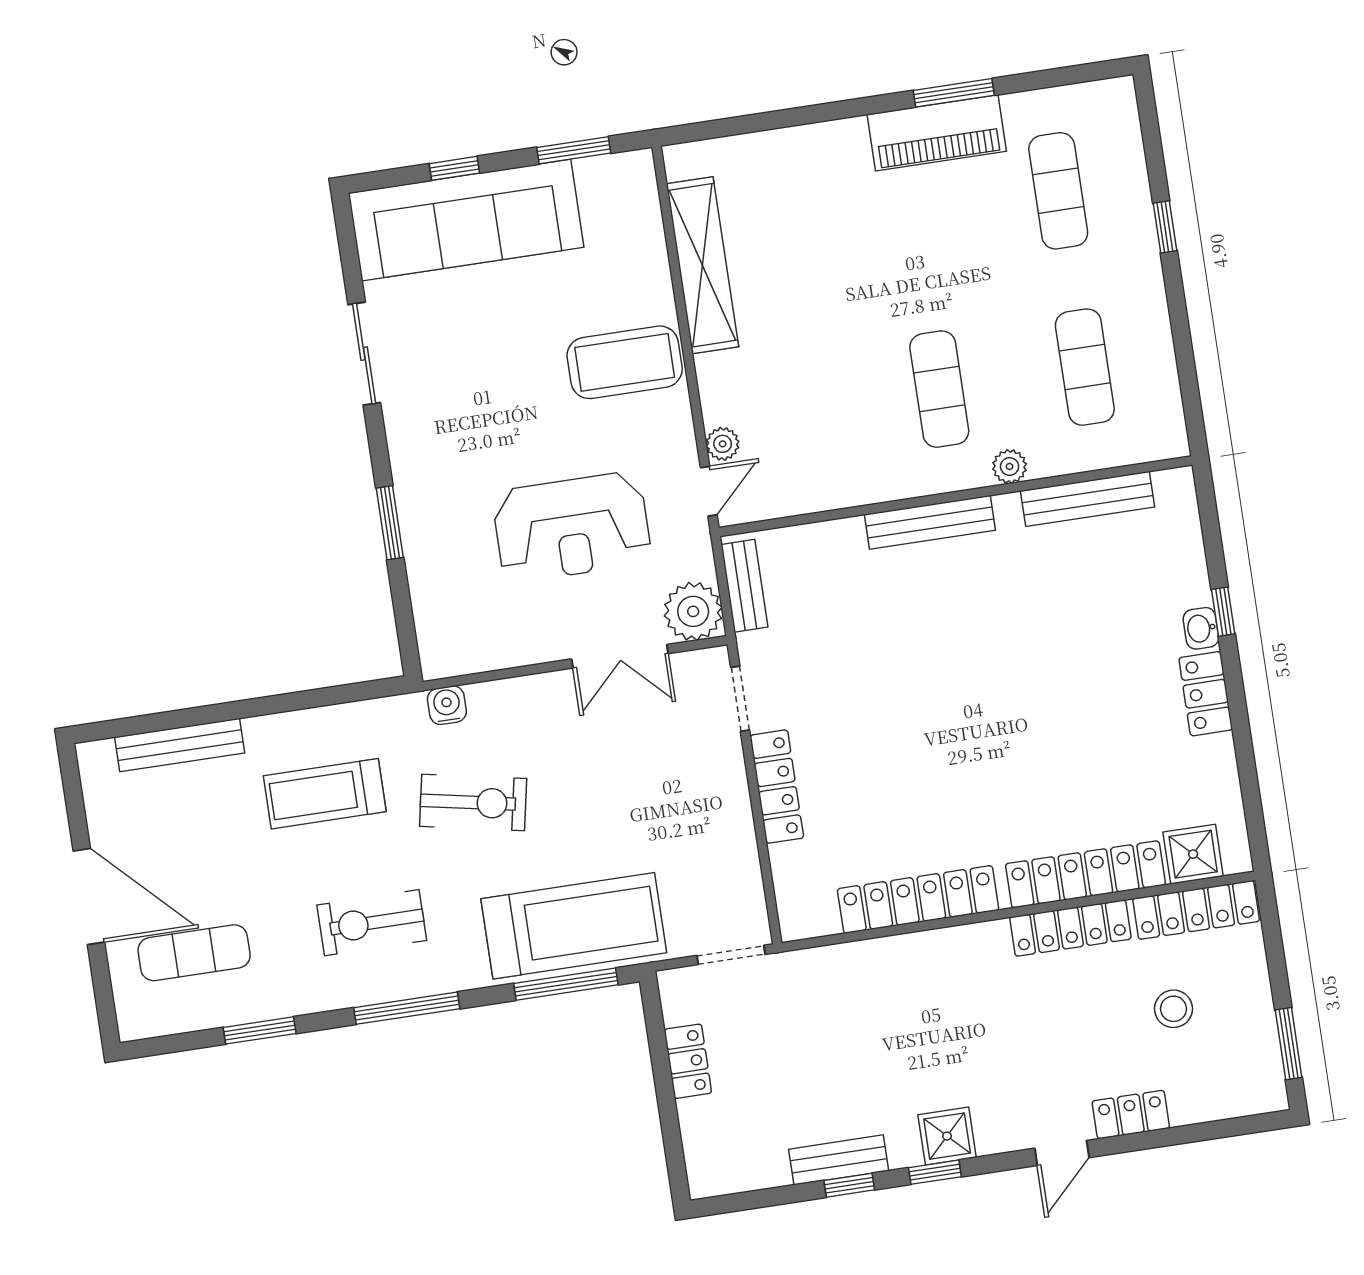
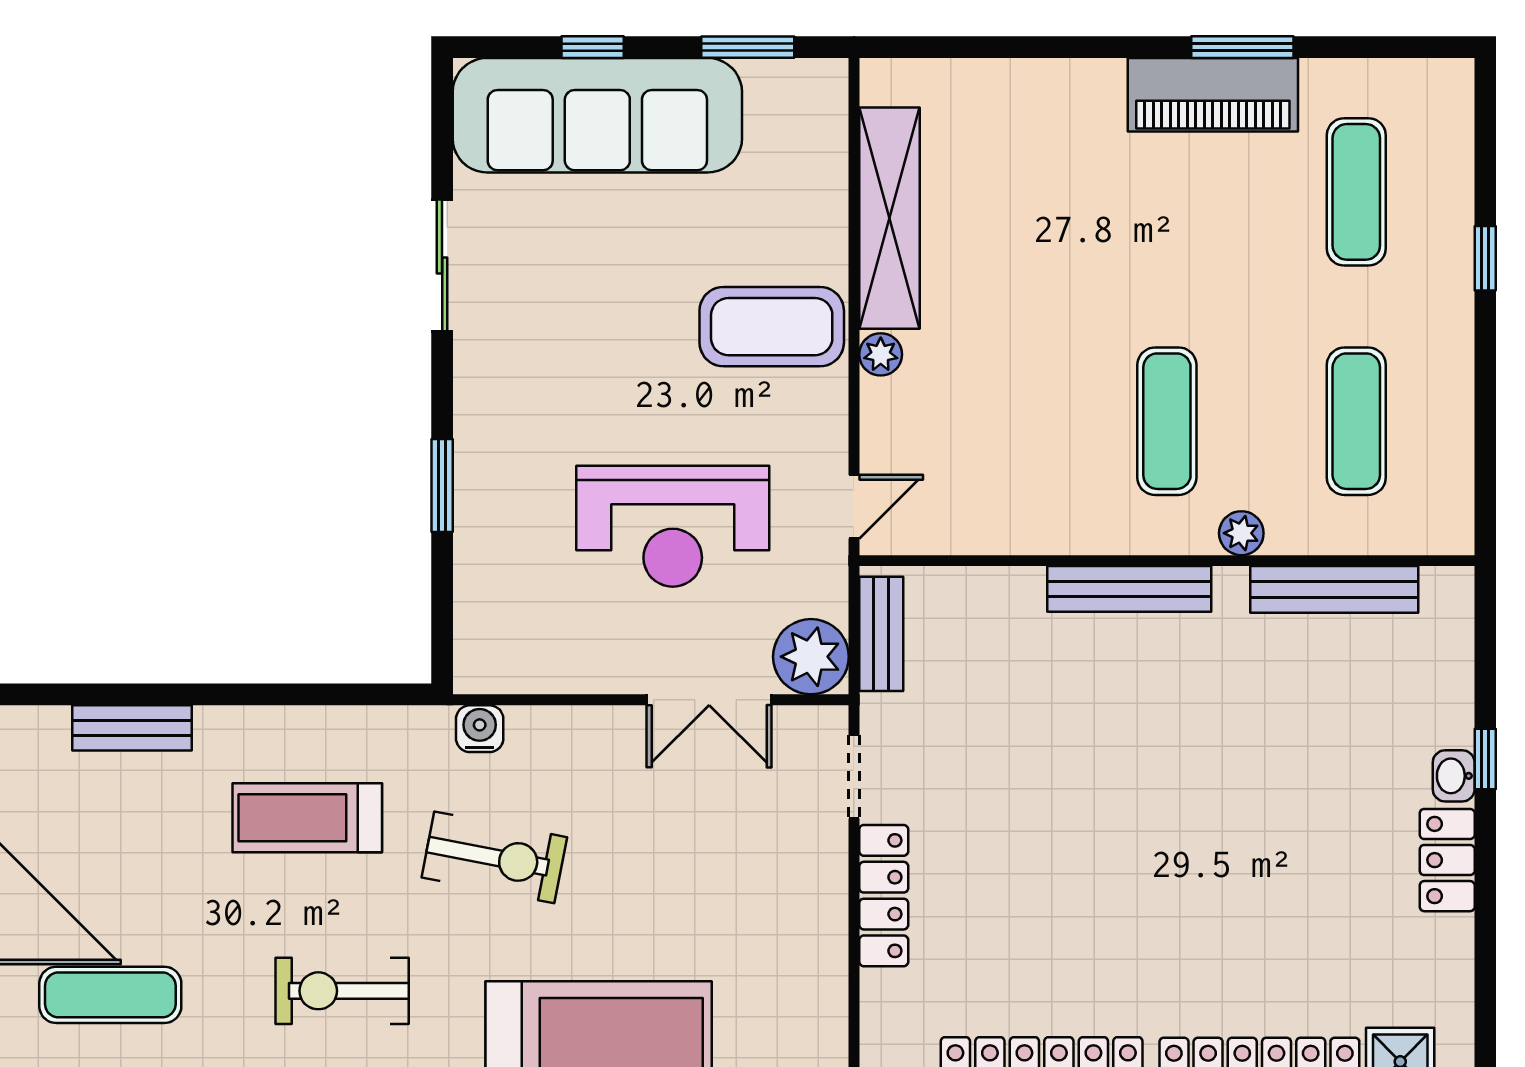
plant: (723, 444) -> (881, 354), moved
bench: (180, 745) -> (132, 728), width x0.73

